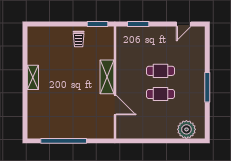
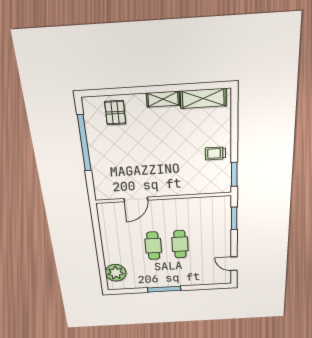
shelving: (107, 77) -> (203, 98), moved
pallet: (41, 114) -> (115, 113), added

